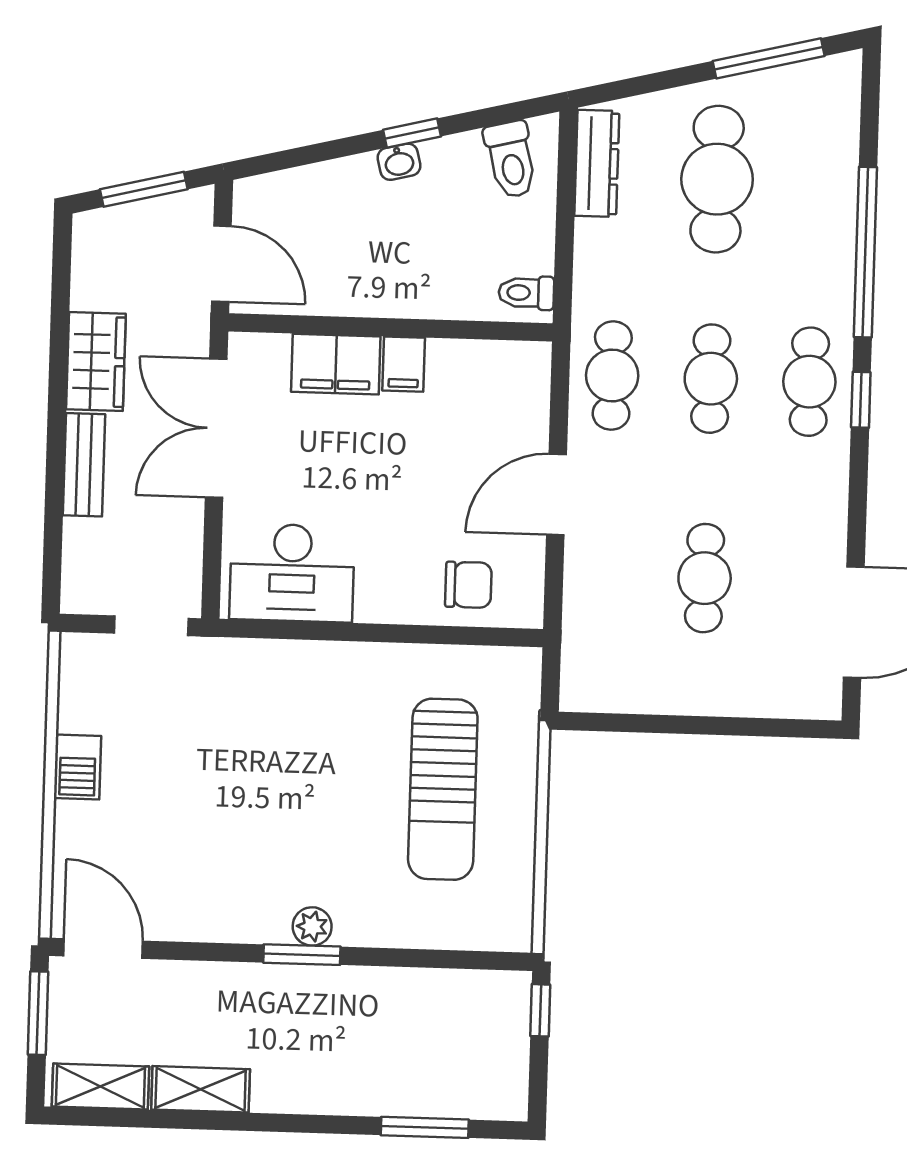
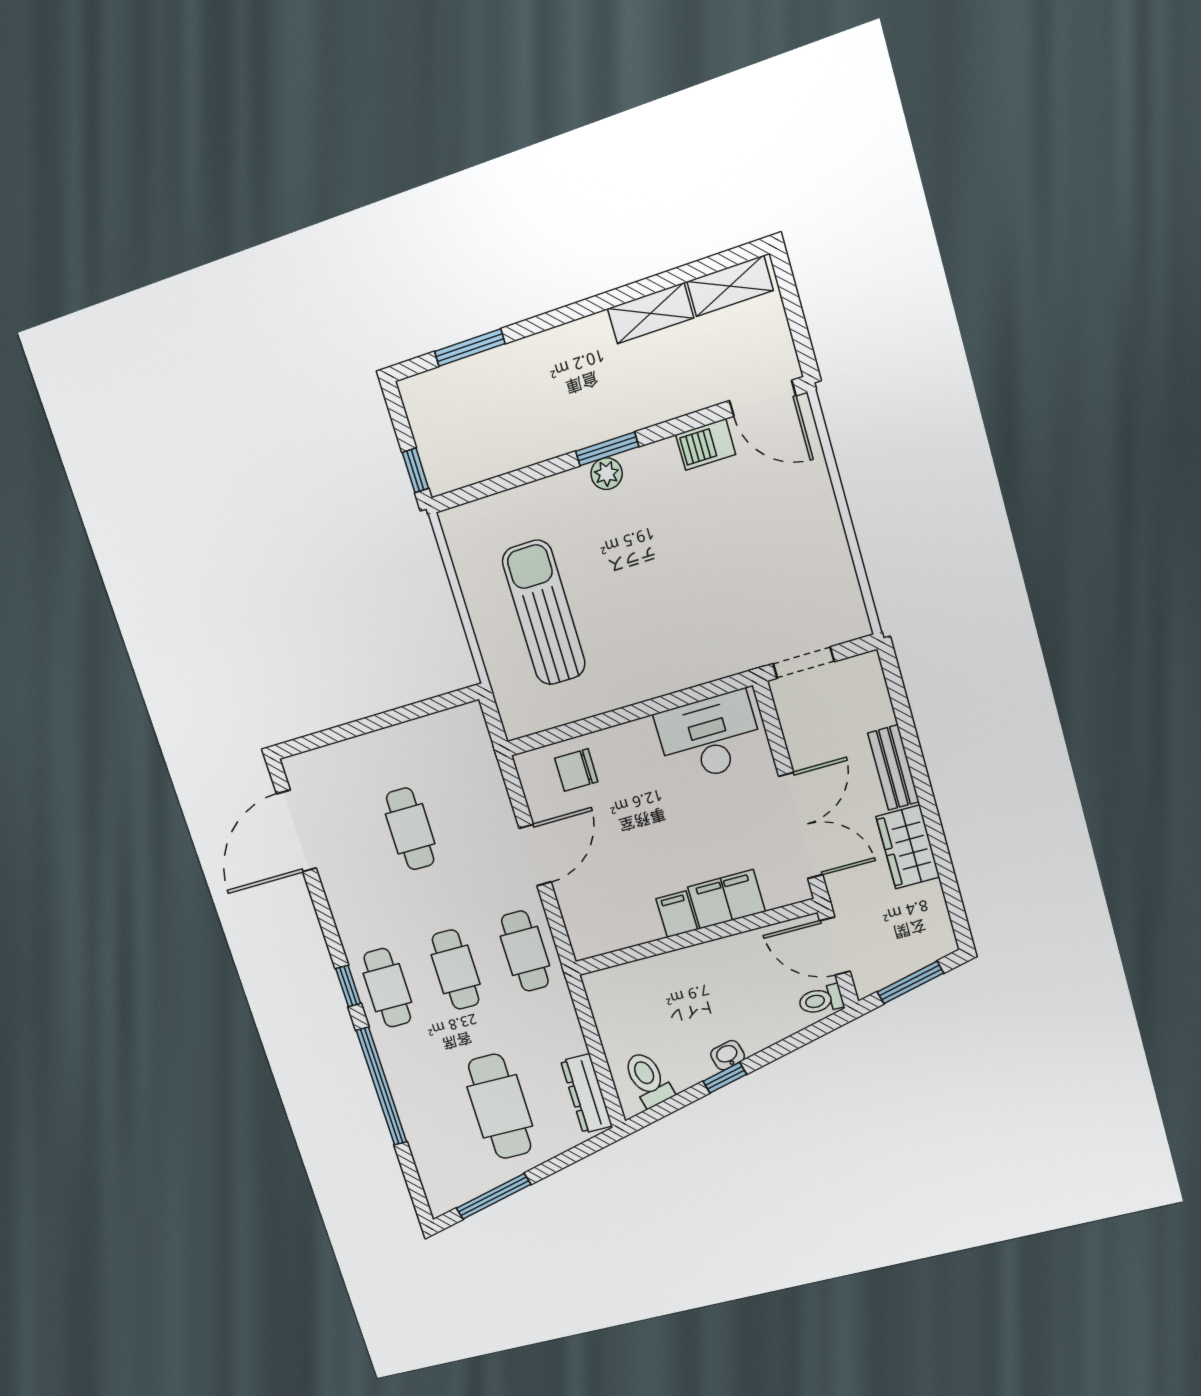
toilet: (526, 293) -> (821, 1000), moved, turned 180
barbecue: (78, 767) -> (706, 445), moved, turned -90
window: (38, 1013) -> (798, 327), removed

